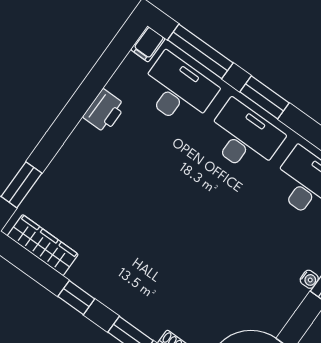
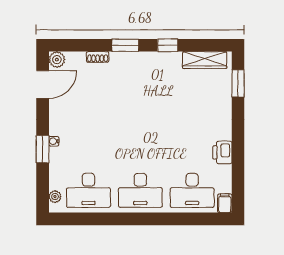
window: (200, 51) -> (195, 219), removed
window: (265, 97) -> (144, 219), removed

